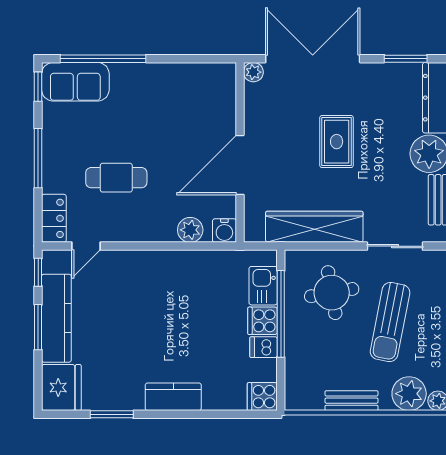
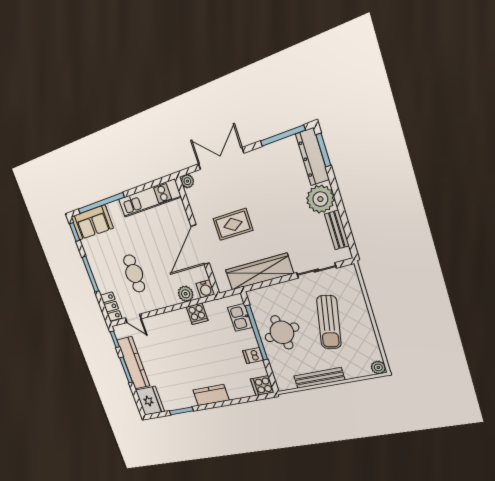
double door: (313, 59) -> (221, 159), width x0.73
window: (406, 59) -> (283, 136), width x1.44
kitchen unit: (186, 77) -> (149, 198), added
rug: (337, 142) -> (233, 224), moved, turned 90
cafe table: (116, 178) -> (134, 274), turned 90
door: (86, 246) -> (133, 318), hinge flipped
round table: (332, 293) -> (282, 332), moved
cooker: (263, 321) -> (197, 314), moved, turned -90
plant: (409, 394) -> (357, 366), removed
bench: (352, 401) -> (319, 378), width x1.36

